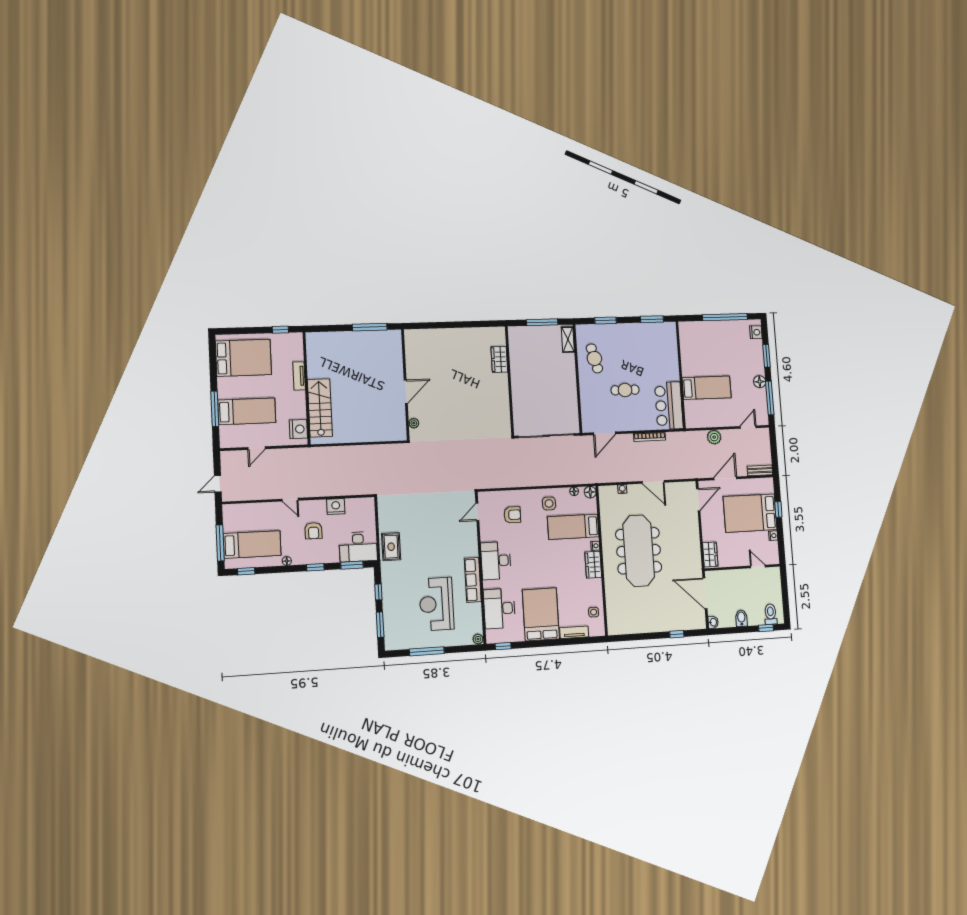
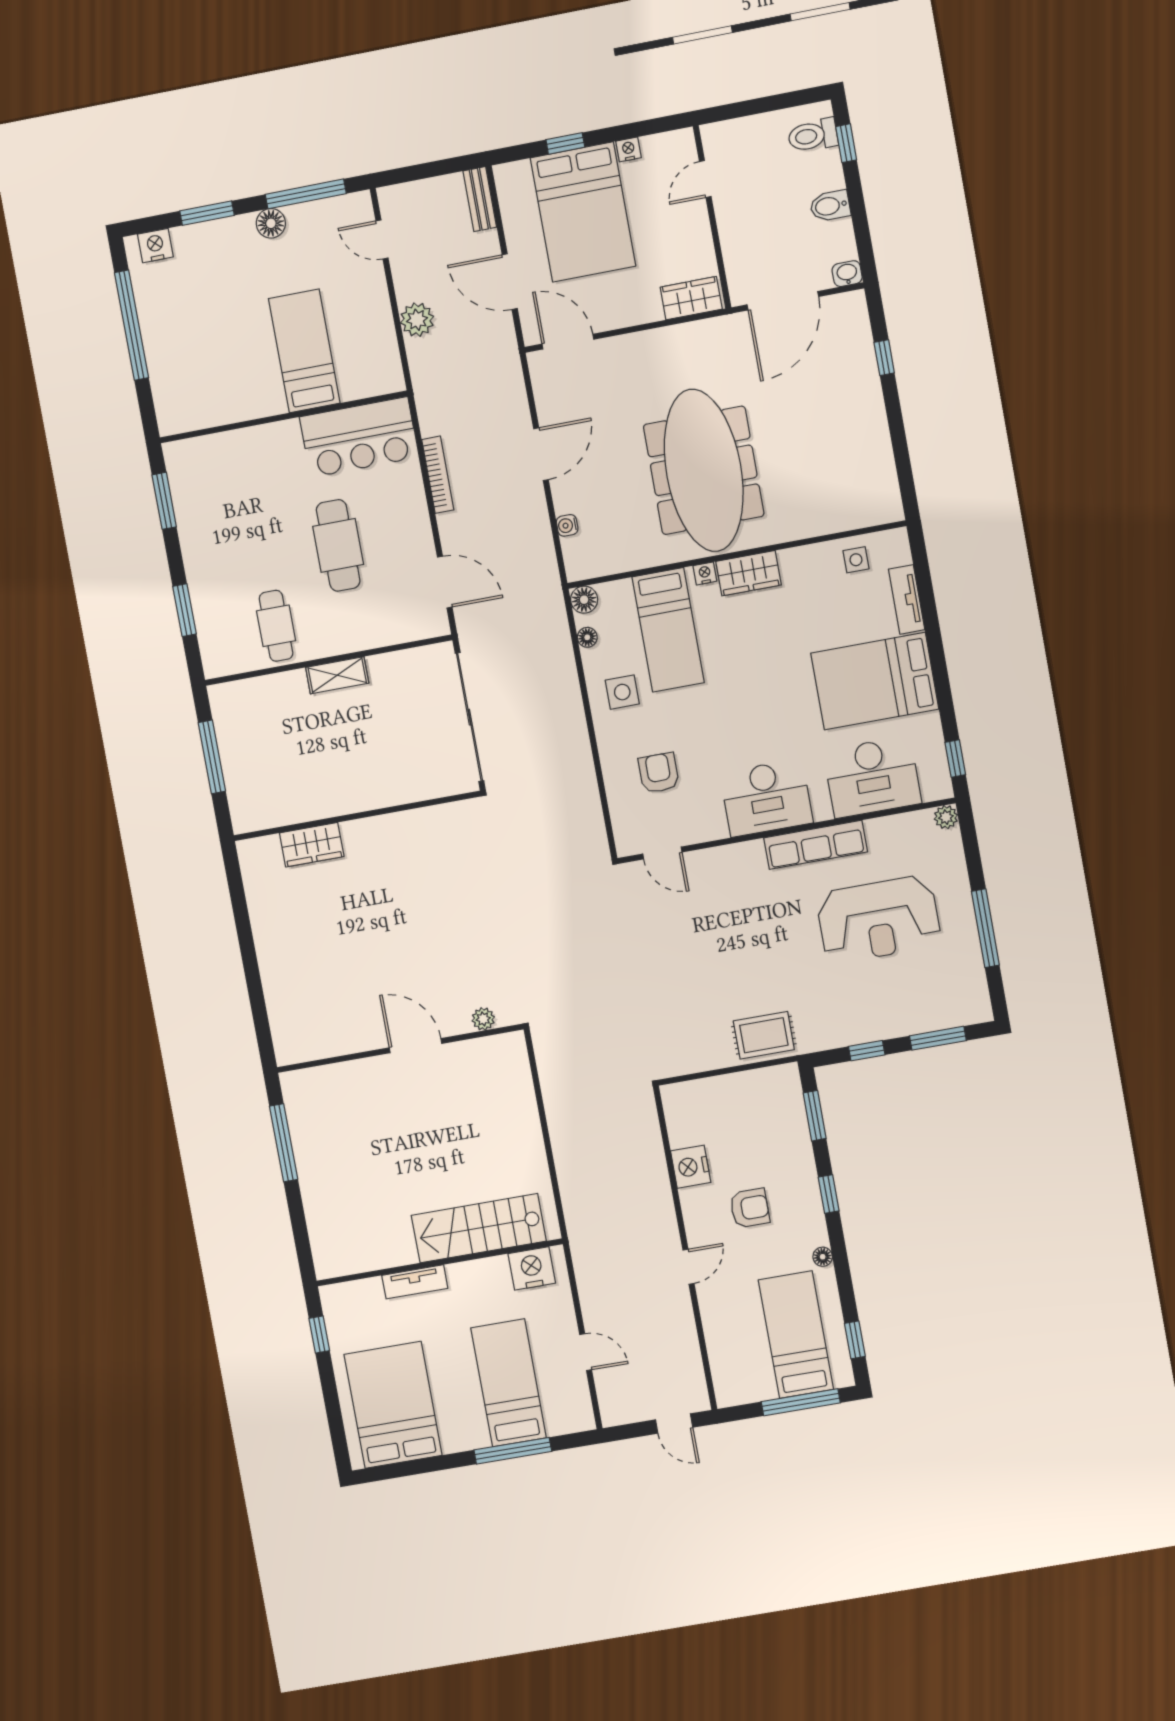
shelving: (568, 340) -> (337, 675), moved
cafe table: (594, 358) -> (276, 626), turned -76
cafe table: (625, 390) -> (338, 545), width x1.37, depth x1.35
desk: (358, 547) -> (773, 1107), removed
meeting table: (639, 551) -> (704, 470), turned 90

